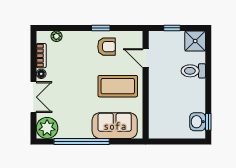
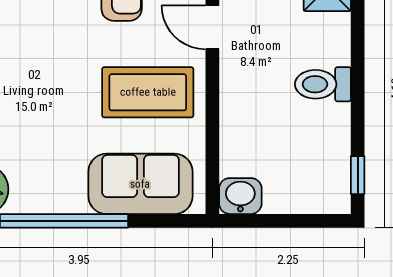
toilet: (193, 71) -> (323, 84), moved
washbasin: (198, 122) -> (240, 196), moved, turned 90

